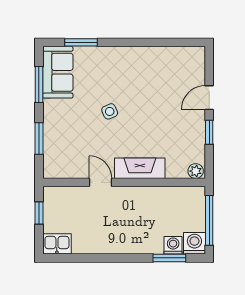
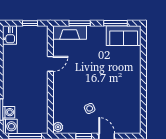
window: (81, 42) -> (143, 51), removed
side table: (110, 111) -> (90, 108), moved
fireplace: (140, 168) -> (70, 32), moved, turned 90

